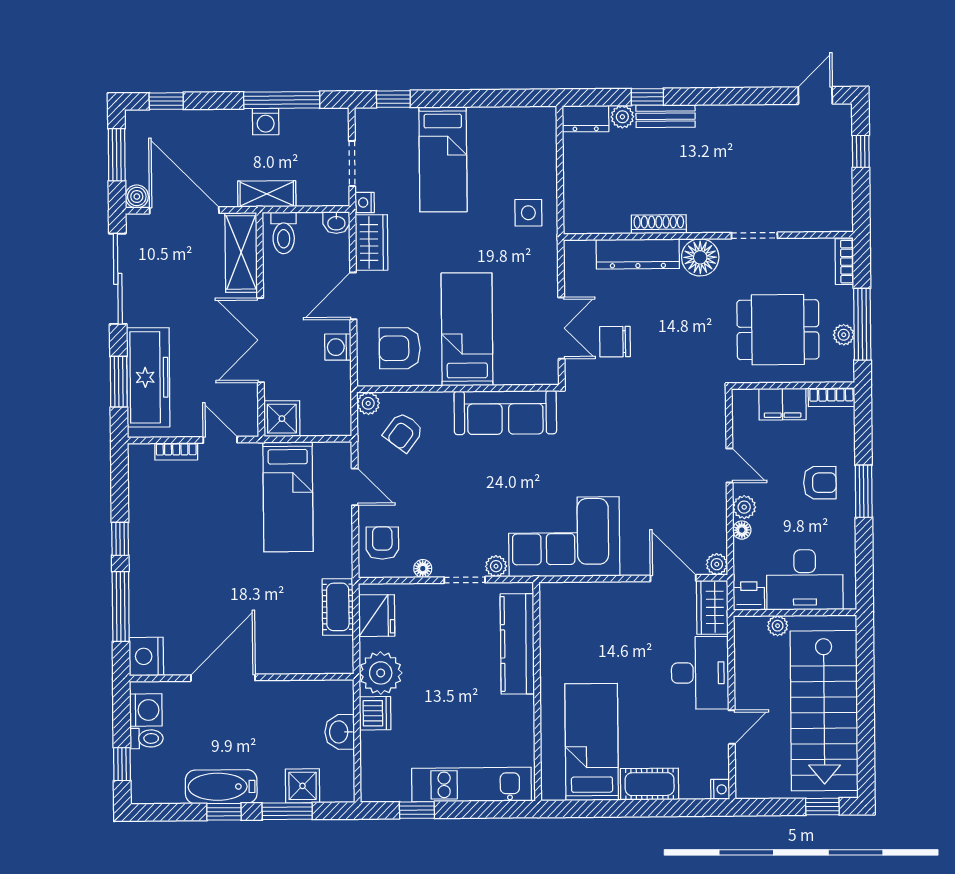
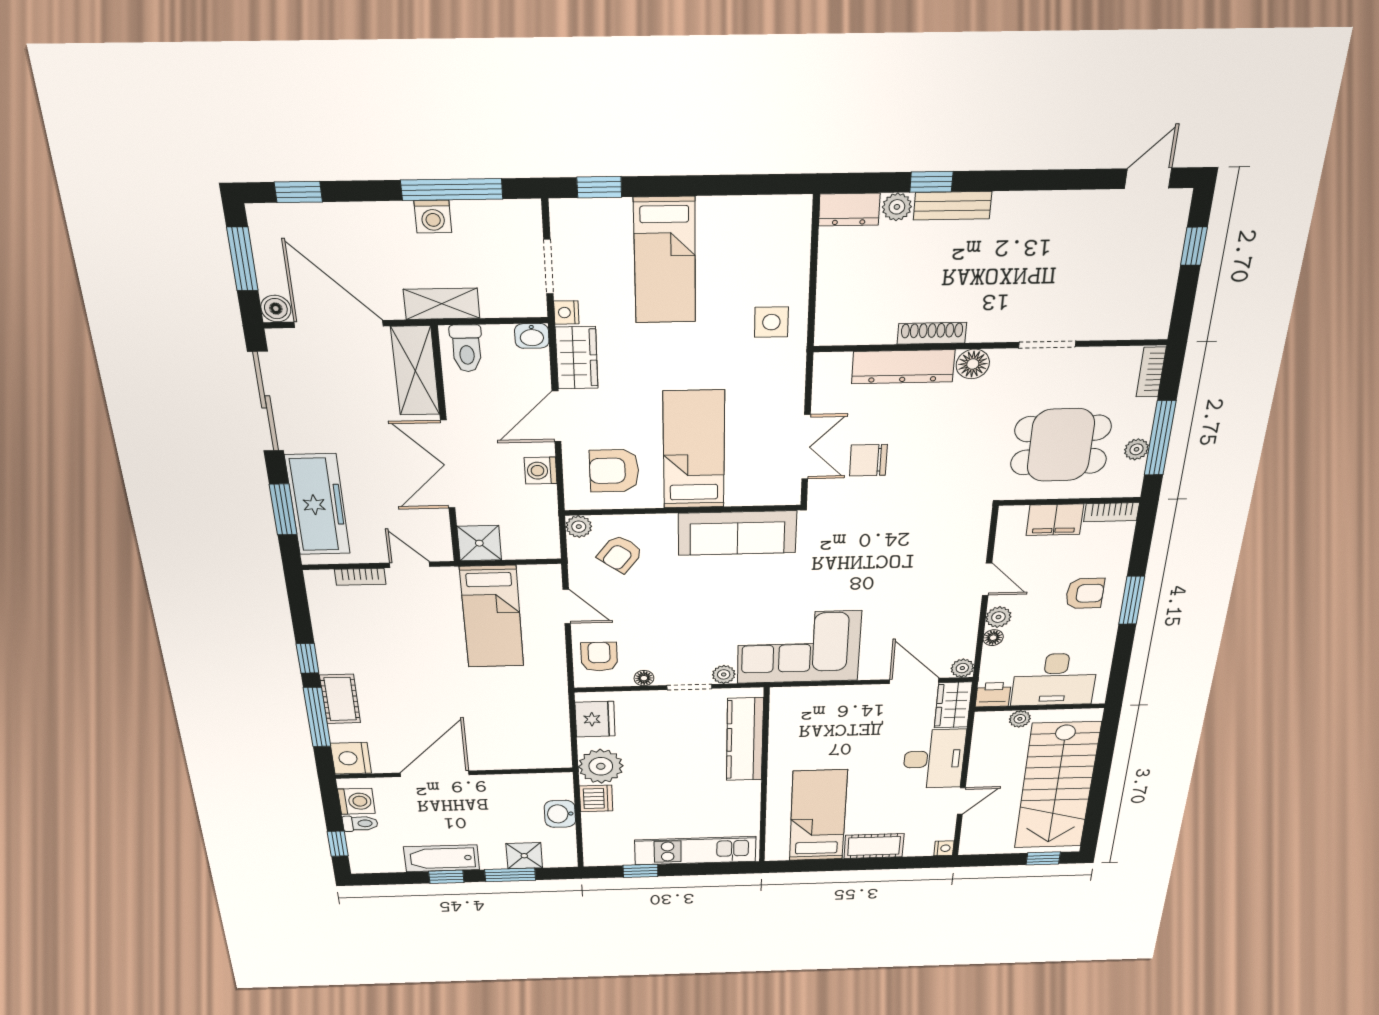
floor lamp: (700, 257) -> (973, 364), width x0.73, depth x0.73
cot: (338, 607) -> (340, 699), moved

